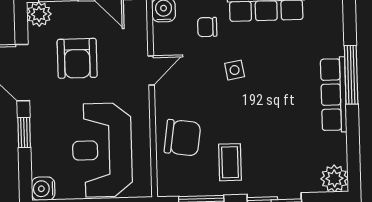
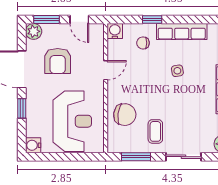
side table: (235, 70) -> (177, 71), moved
reception desk: (102, 150) -> (72, 121), turned 180

